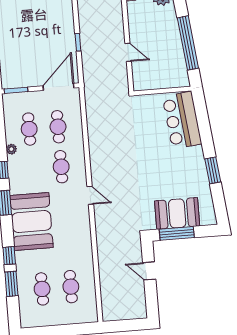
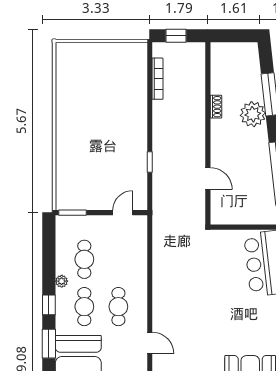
door: (58, 87) -> (123, 213), width x0.53
cafe table: (58, 127) -> (84, 307), moved

